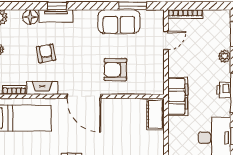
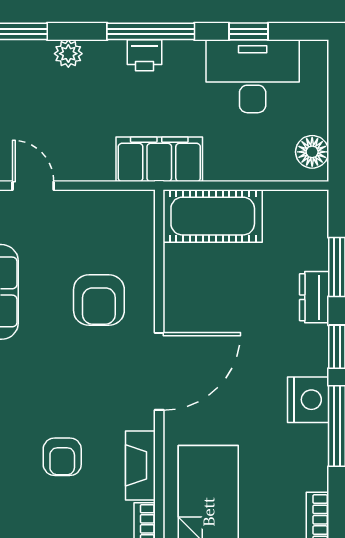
armchair: (46, 53) -> (62, 457), turned -80
cot: (156, 114) -> (213, 216), width x1.37, depth x1.34

